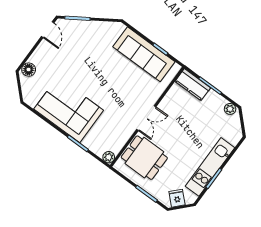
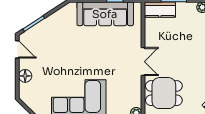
floor lamp: (29, 70) -> (25, 76), moved

